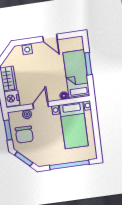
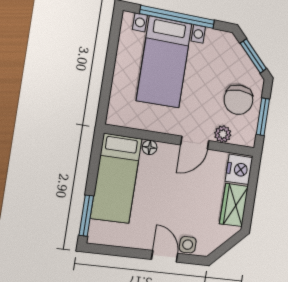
door: (50, 38) -> (165, 256), moved
window: (88, 64) -> (86, 216), moved
bed with nightstands: (74, 126) -> (164, 62), moved, turned 180
chair: (24, 135) -> (238, 100), turned 180

